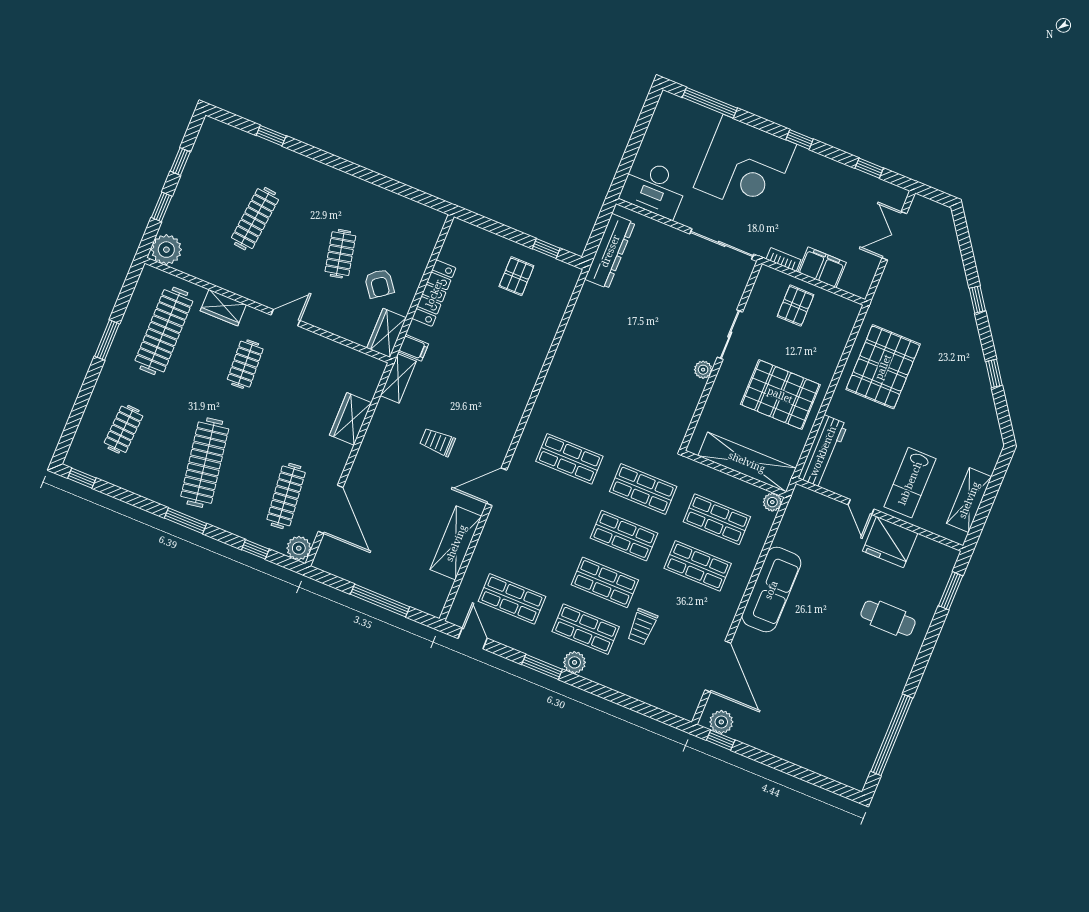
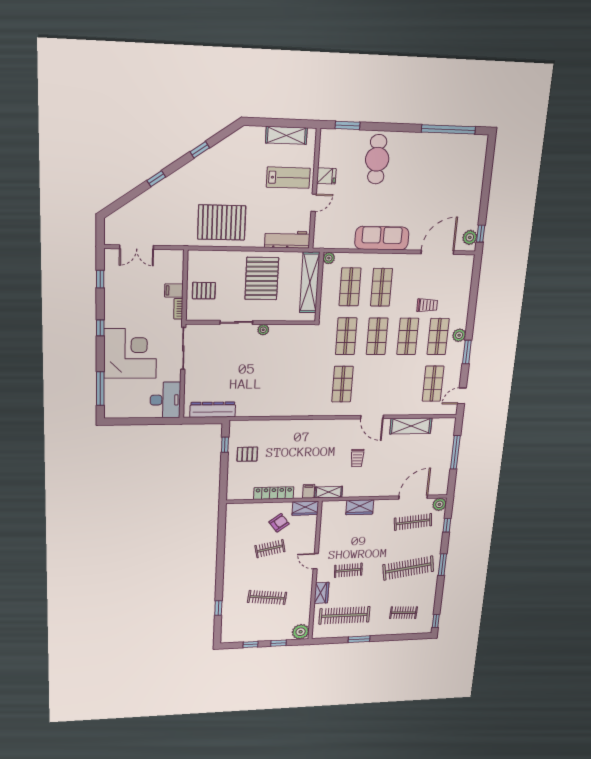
filing cabinet: (822, 267) -> (174, 291), width x0.50
fridge: (890, 542) -> (326, 176), width x0.53, depth x0.75
cafe table: (888, 618) -> (377, 159), width x1.37, depth x1.35

